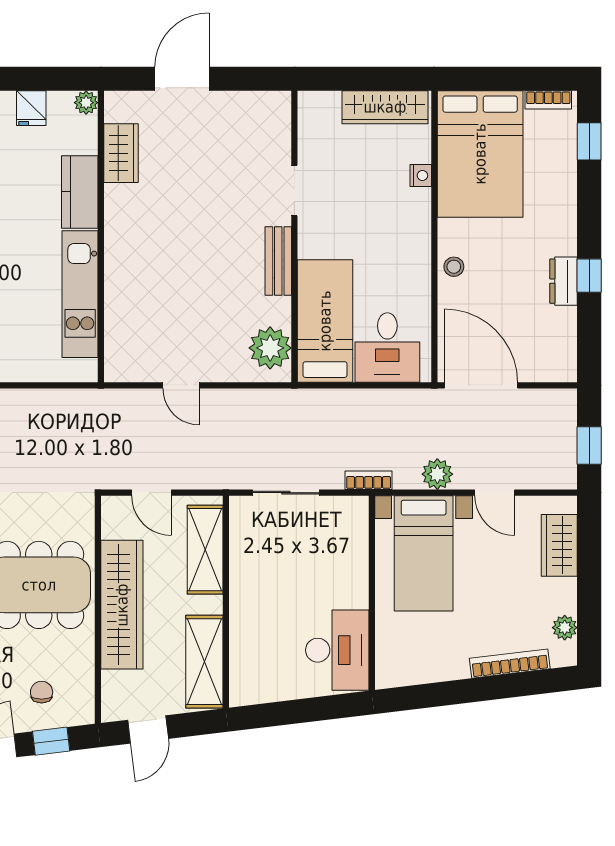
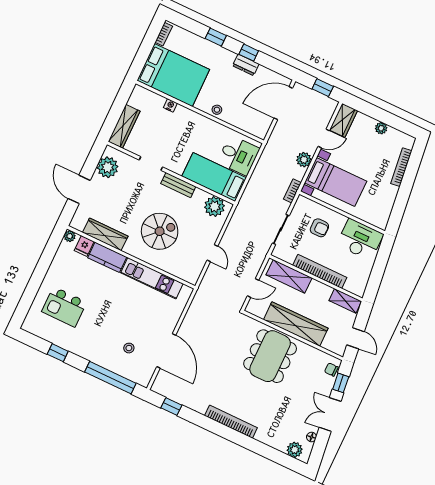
wardrobe: (385, 107) -> (124, 126), moved
fridge: (31, 108) -> (84, 246), moved, turned 90
plant: (249, 113) -> (108, 167), added
window: (589, 141) -> (216, 37), moved
wardrobe: (121, 153) -> (105, 234), width x1.50
spiral stairs: (175, 267) -> (160, 231), added
door: (181, 385) -> (212, 253), hinge flipped
door: (481, 385) -> (283, 103), moved
wardrobe: (559, 545) -> (343, 120), moved, turned -90
armchair: (323, 564) -> (319, 228), added
bookcase: (242, 603) -> (320, 271), added
plant: (565, 628) -> (381, 128), moved
shelving: (204, 662) -> (345, 301), width x0.67, depth x0.75
chair: (42, 692) -> (331, 370), moved

